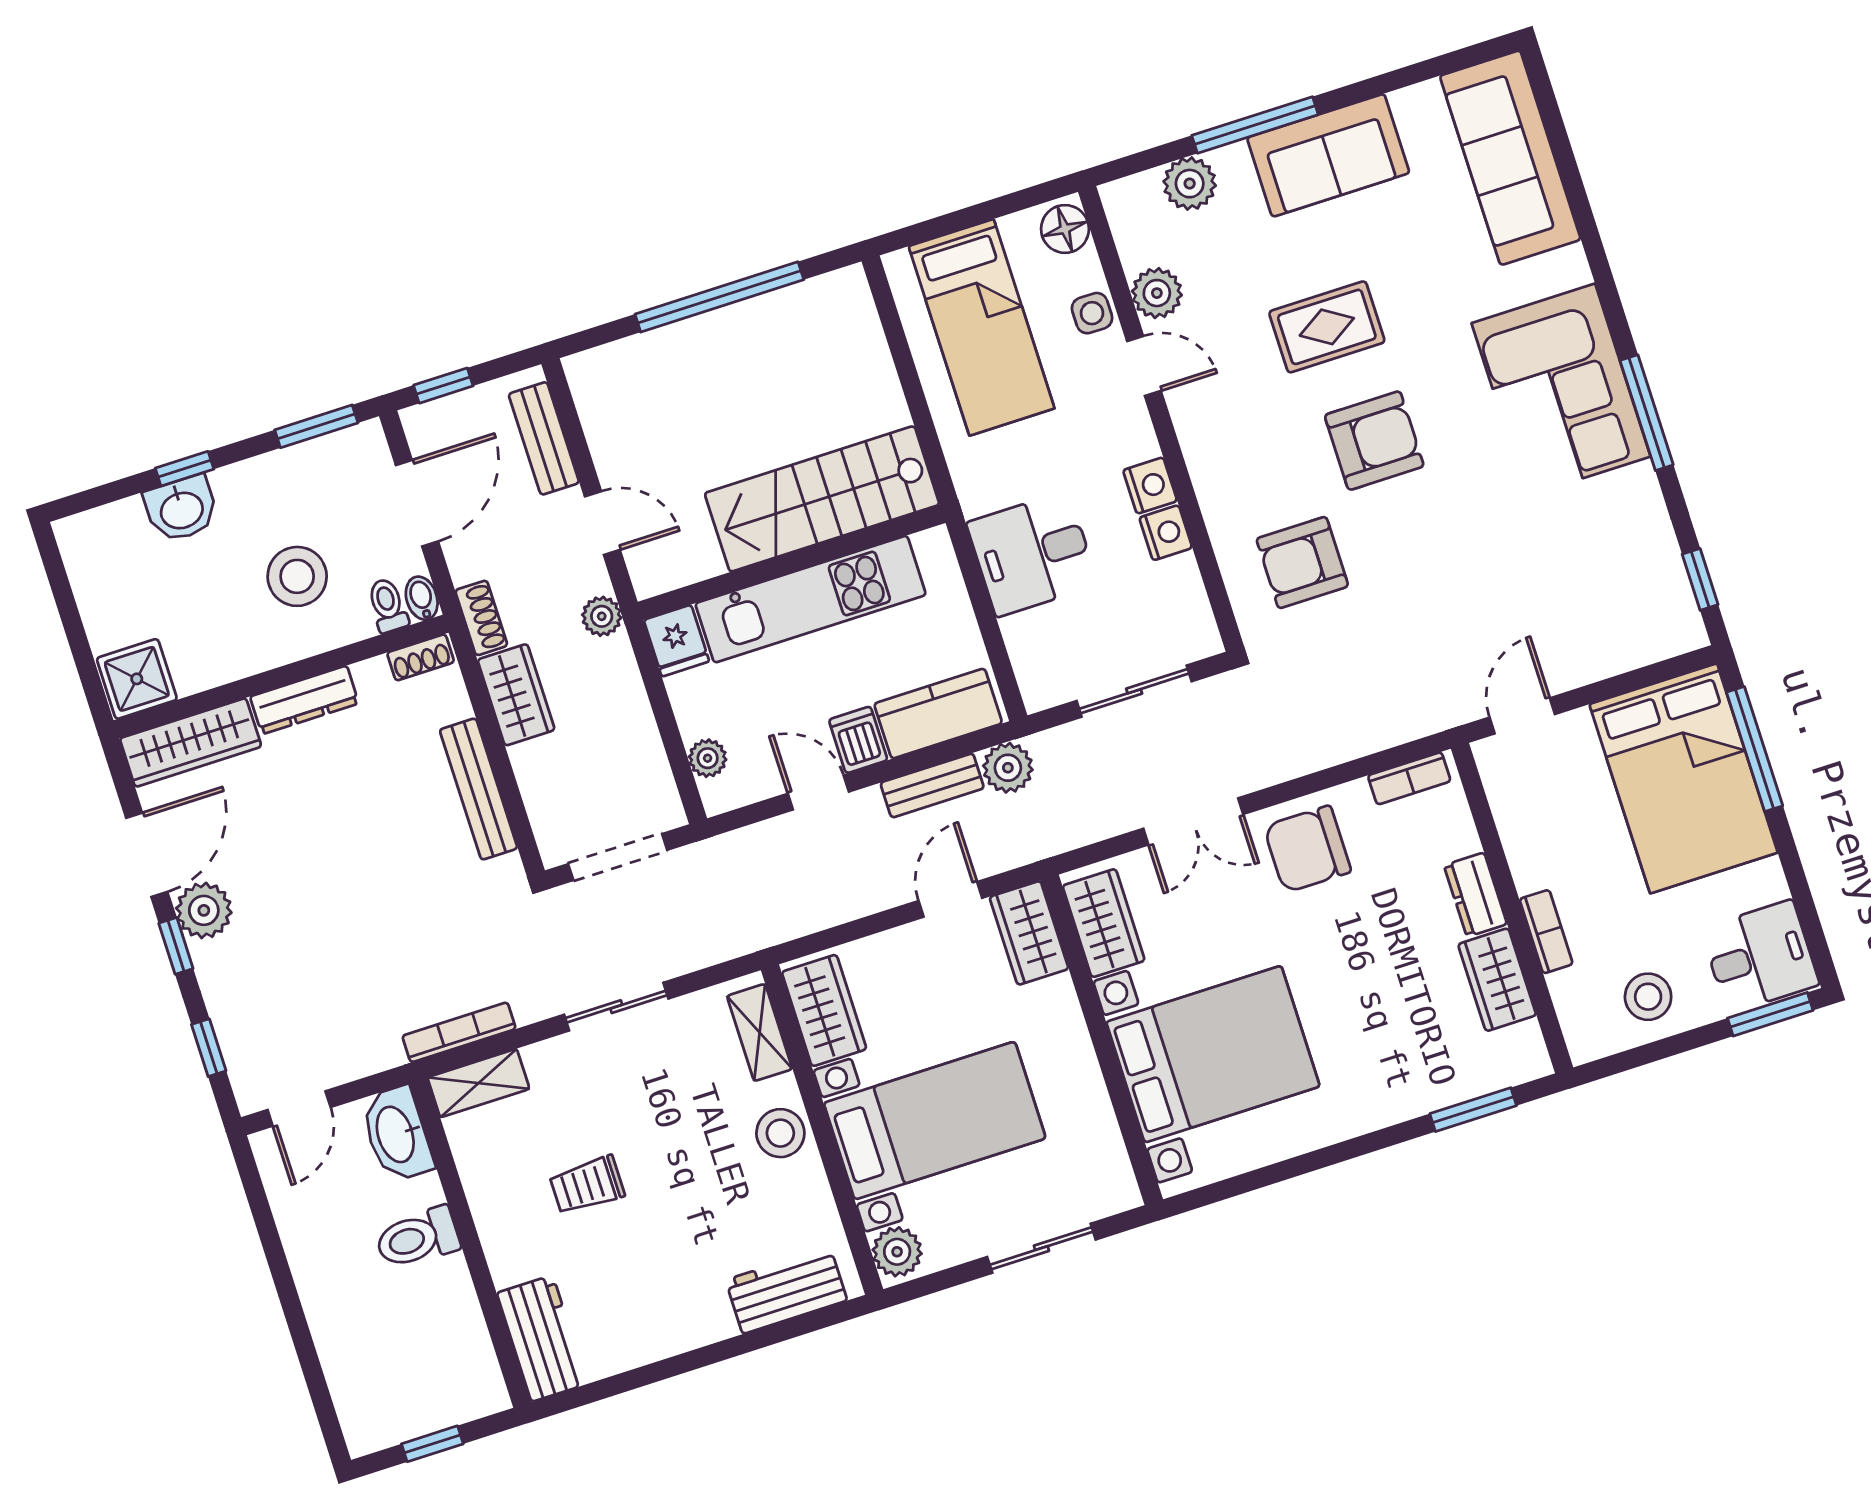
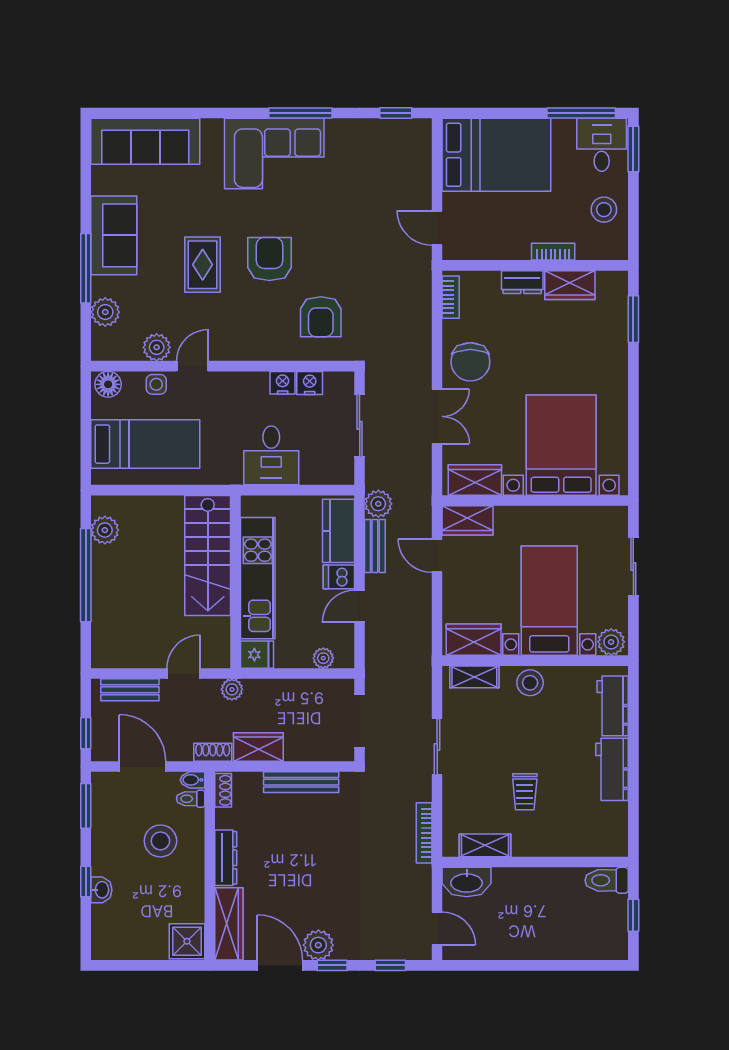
plant: (809, 305) -> (105, 530), added
nightstand: (1150, 486) -> (310, 383), moved
washbasin: (181, 509) -> (101, 890), width x0.72, depth x0.69
window: (1755, 749) -> (581, 113), moved
shelving: (478, 1083) -> (485, 845), moved, turned 90
toilet: (417, 1238) -> (607, 880), moved, turned 90
workbench: (542, 1338) -> (612, 769), moved, turned -90

